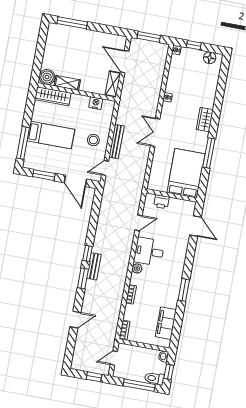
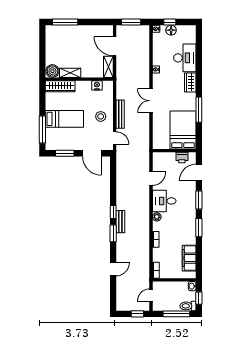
floor lamp: (210, 58) -> (171, 30), moved
desk: (204, 90) -> (185, 58), added
door: (105, 168) -> (115, 138), swing flipped
printer: (161, 202) -> (182, 158), moved
door: (195, 226) -> (199, 173), swing flipped
window: (190, 258) -> (199, 200), added

